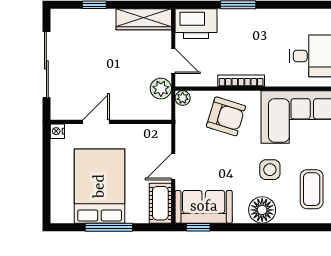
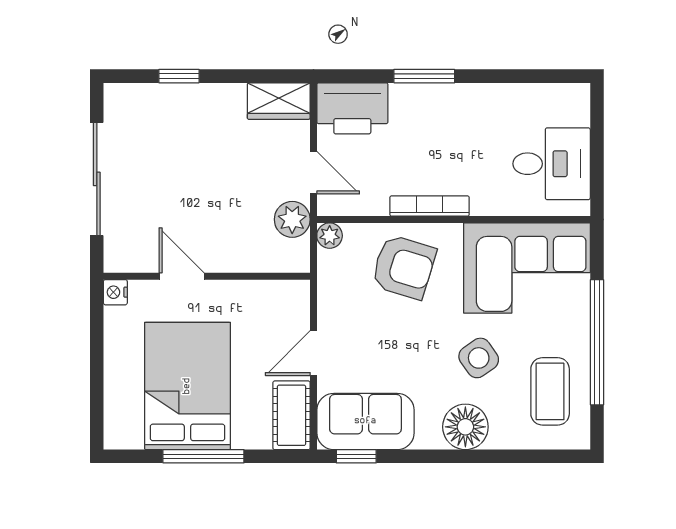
wardrobe: (144, 19) -> (279, 101), width x0.67
door: (96, 122) -> (182, 276), hinge flipped
side table: (270, 170) -> (479, 358), turned -35

